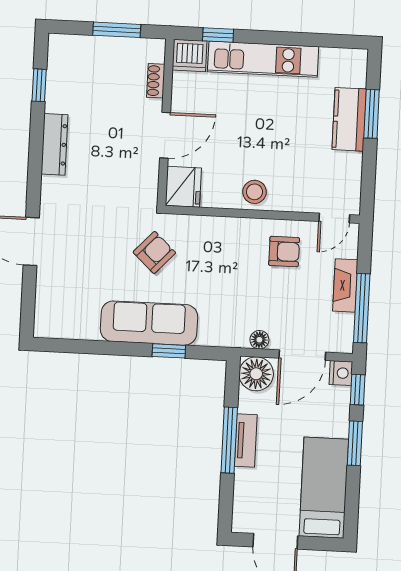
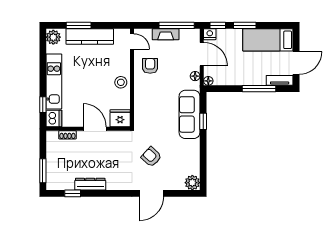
window: (117, 30) -> (43, 171), moved
plant: (351, 63) -> (53, 37), added
kitchen counter: (349, 119) -> (90, 36), width x1.50
dresser: (54, 144) -> (90, 184), moved
armchair: (154, 252) -> (151, 157), moved
sofa: (149, 323) -> (190, 114), moved
plant: (48, 324) -> (192, 183), added
floor lamp: (256, 374) -> (208, 81), width x0.53, depth x0.53
window: (229, 440) -> (259, 89), moved
tv unit: (246, 440) -> (280, 80), moved

